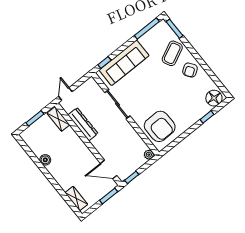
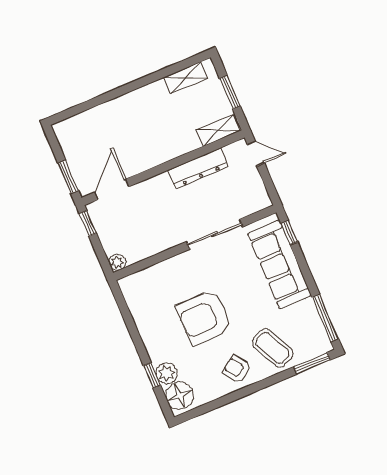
plant: (203, 109) -> (167, 373), added
armchair: (160, 126) -> (204, 317), moved
boiler: (45, 160) -> (157, 90), removed
shelving: (76, 199) -> (186, 78), moved

